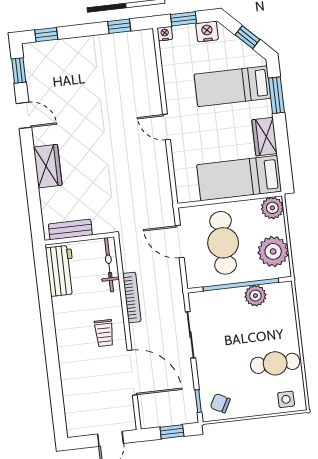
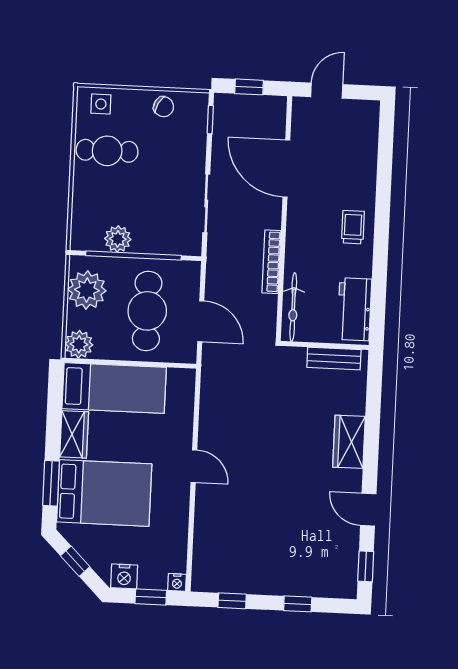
window: (46, 35) -> (298, 604), moved
bed: (232, 86) -> (104, 493), width x1.50
trolley: (104, 333) -> (353, 227), moved
chair: (220, 403) -> (164, 107), moved

